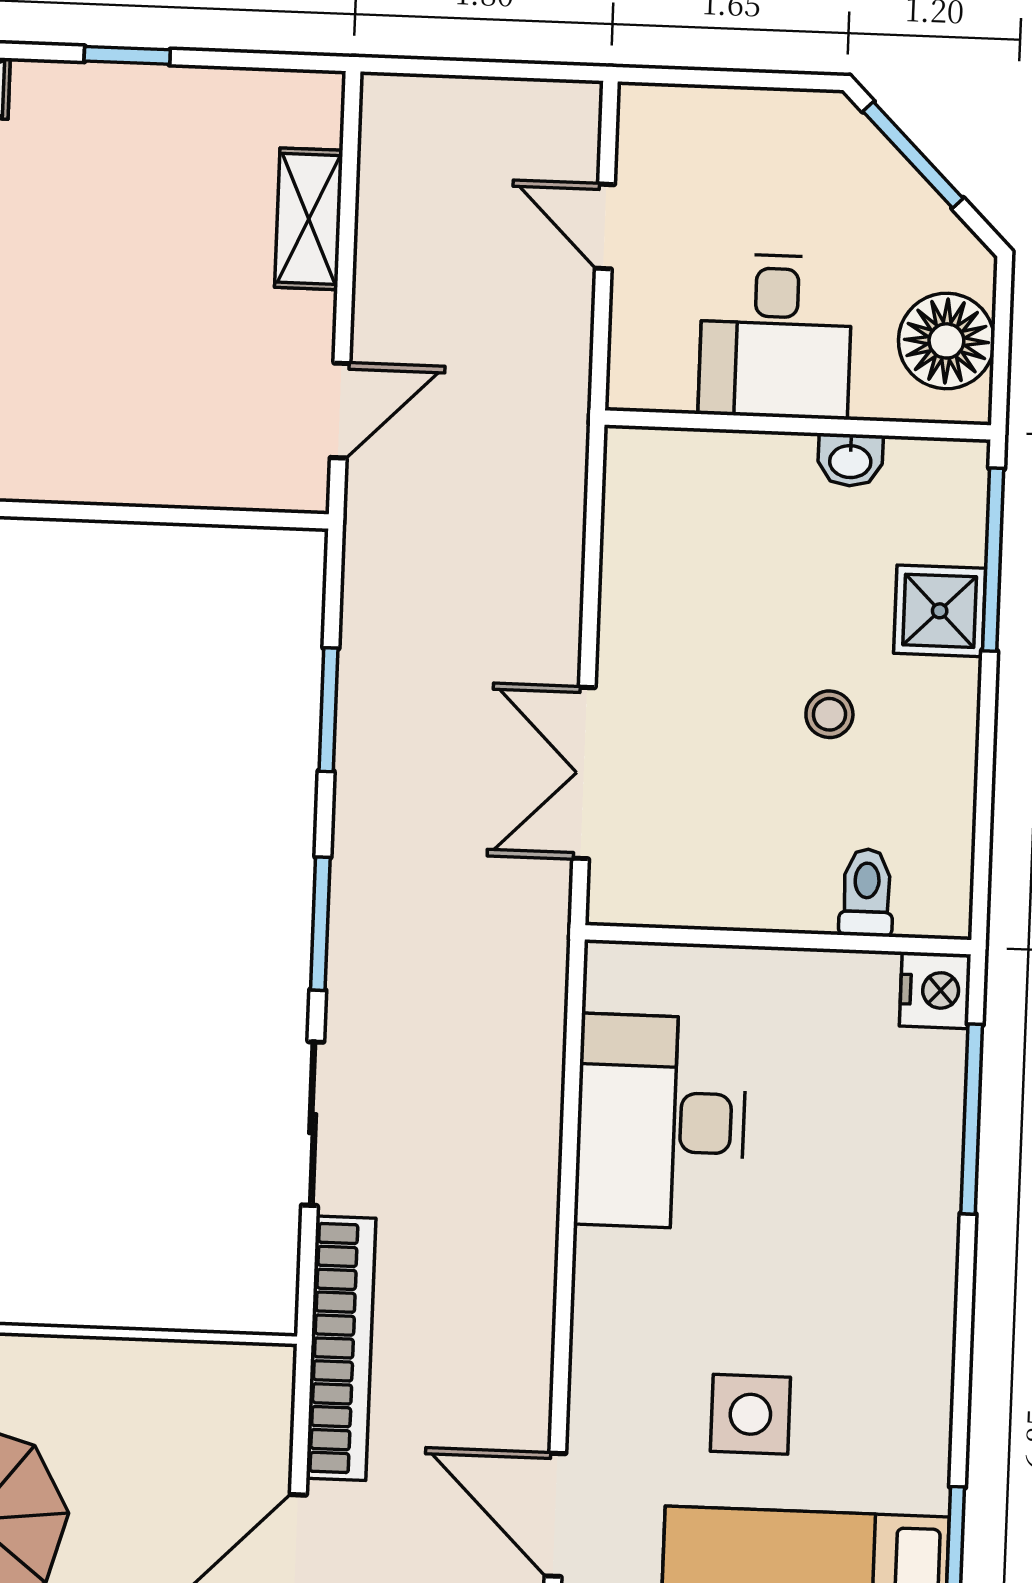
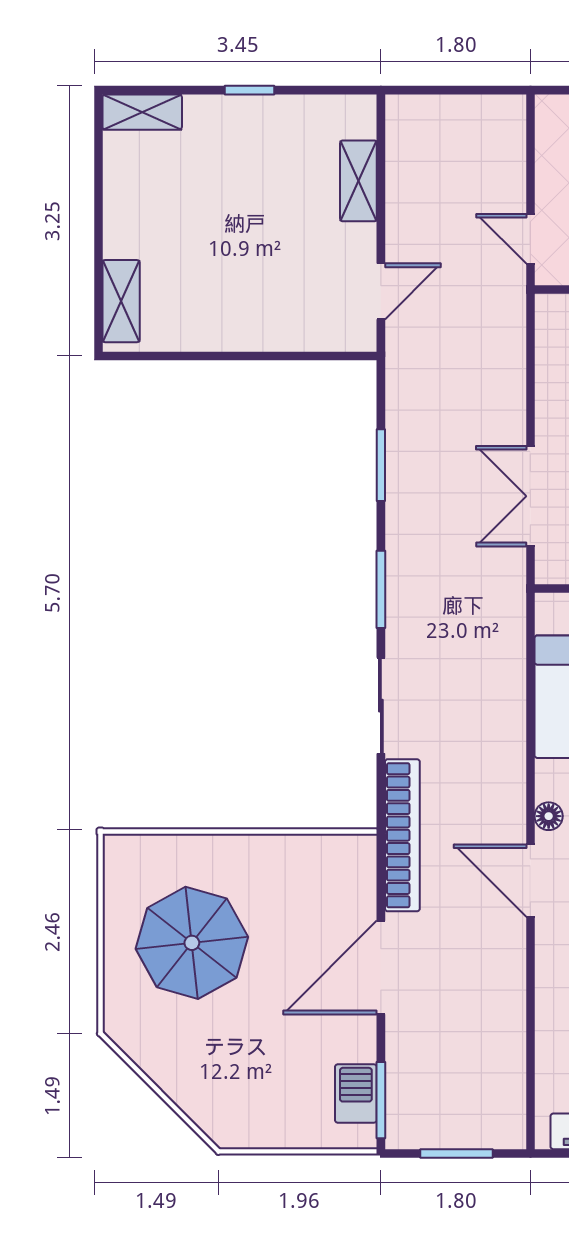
door: (605, 226) -> (530, 239), moved
floor lamp: (594, 1325) -> (549, 816), added
door: (555, 1515) -> (530, 881), moved

